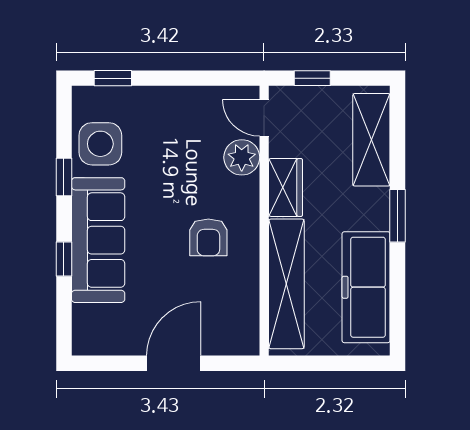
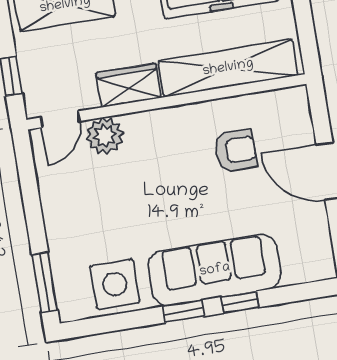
window: (113, 78) -> (45, 282), width x1.50
window: (64, 177) -> (183, 311), moved
armchair: (208, 237) -> (235, 150), moved

